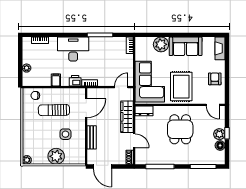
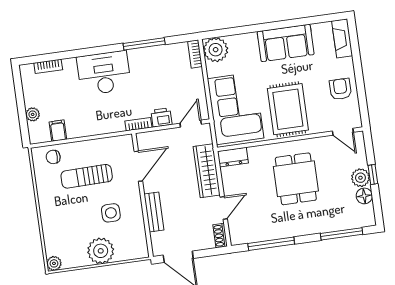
plant: (161, 44) -> (216, 50), moved
filing cabinet: (56, 80) -> (58, 131), moved
printer: (75, 81) -> (161, 117), moved
door: (134, 141) -> (224, 208), hinge flipped

